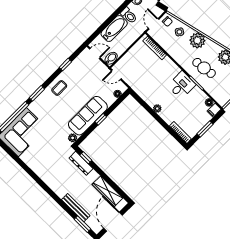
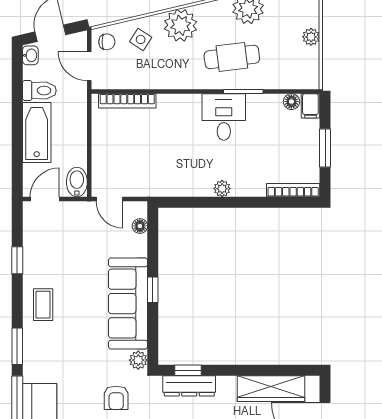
door: (116, 75) -> (109, 199), hinge flipped
armchair: (53, 143) -> (116, 398), added

